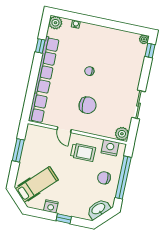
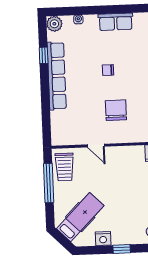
chair: (88, 105) -> (116, 110), turned -90
row of seats: (38, 108) -> (116, 22), moved, turned 90
window: (18, 150) -> (49, 183), width x1.44
trolley: (83, 152) -> (64, 167), moved, turned 90

